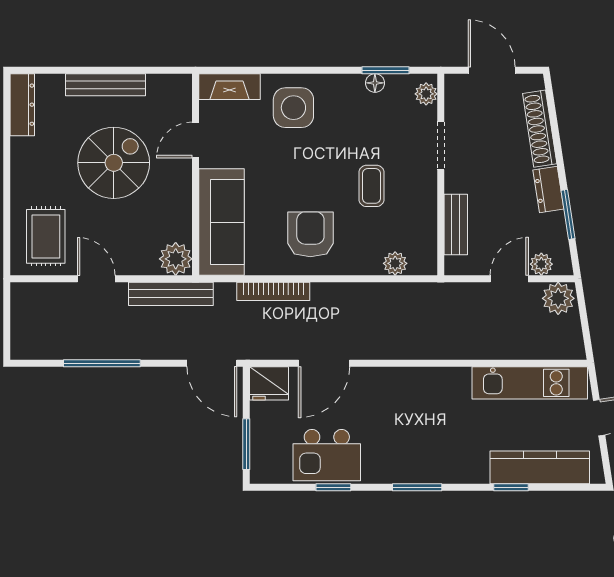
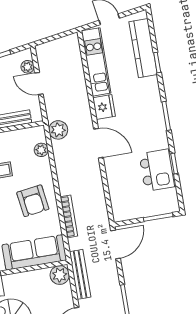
armchair: (310, 234) -> (33, 201), turned -98
plant: (558, 298) -> (58, 130), moved
door: (324, 363) -> (98, 143), moved
fridge: (269, 383) -> (104, 107), moved

